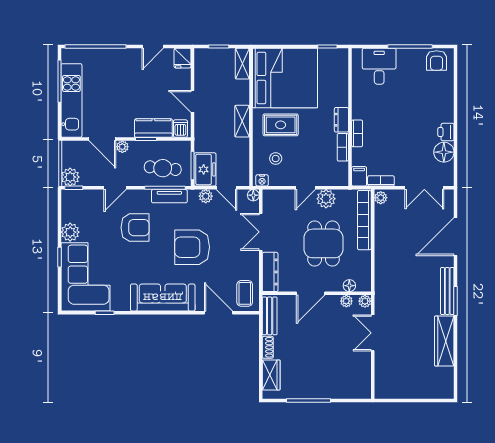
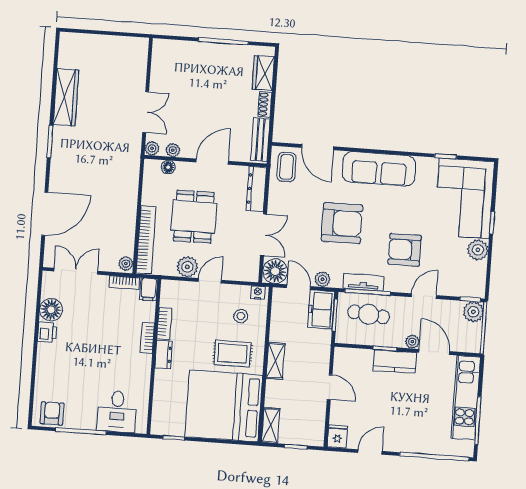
kitchen counter: (153, 128) -> (395, 362), moved
dishwasher: (180, 129) -> (346, 357), removed
floor lamp: (253, 195) -> (275, 271), width x1.89, depth x1.89
bench: (447, 291) -> (58, 153), removed

